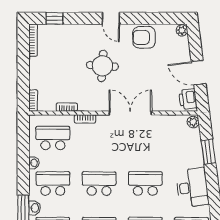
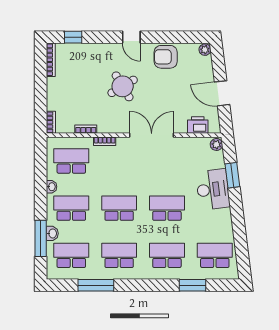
round table: (102, 66) -> (123, 86), turned -35
printer: (188, 99) -> (198, 125), moved, turned 97
desk: (192, 187) -> (213, 189), moved

